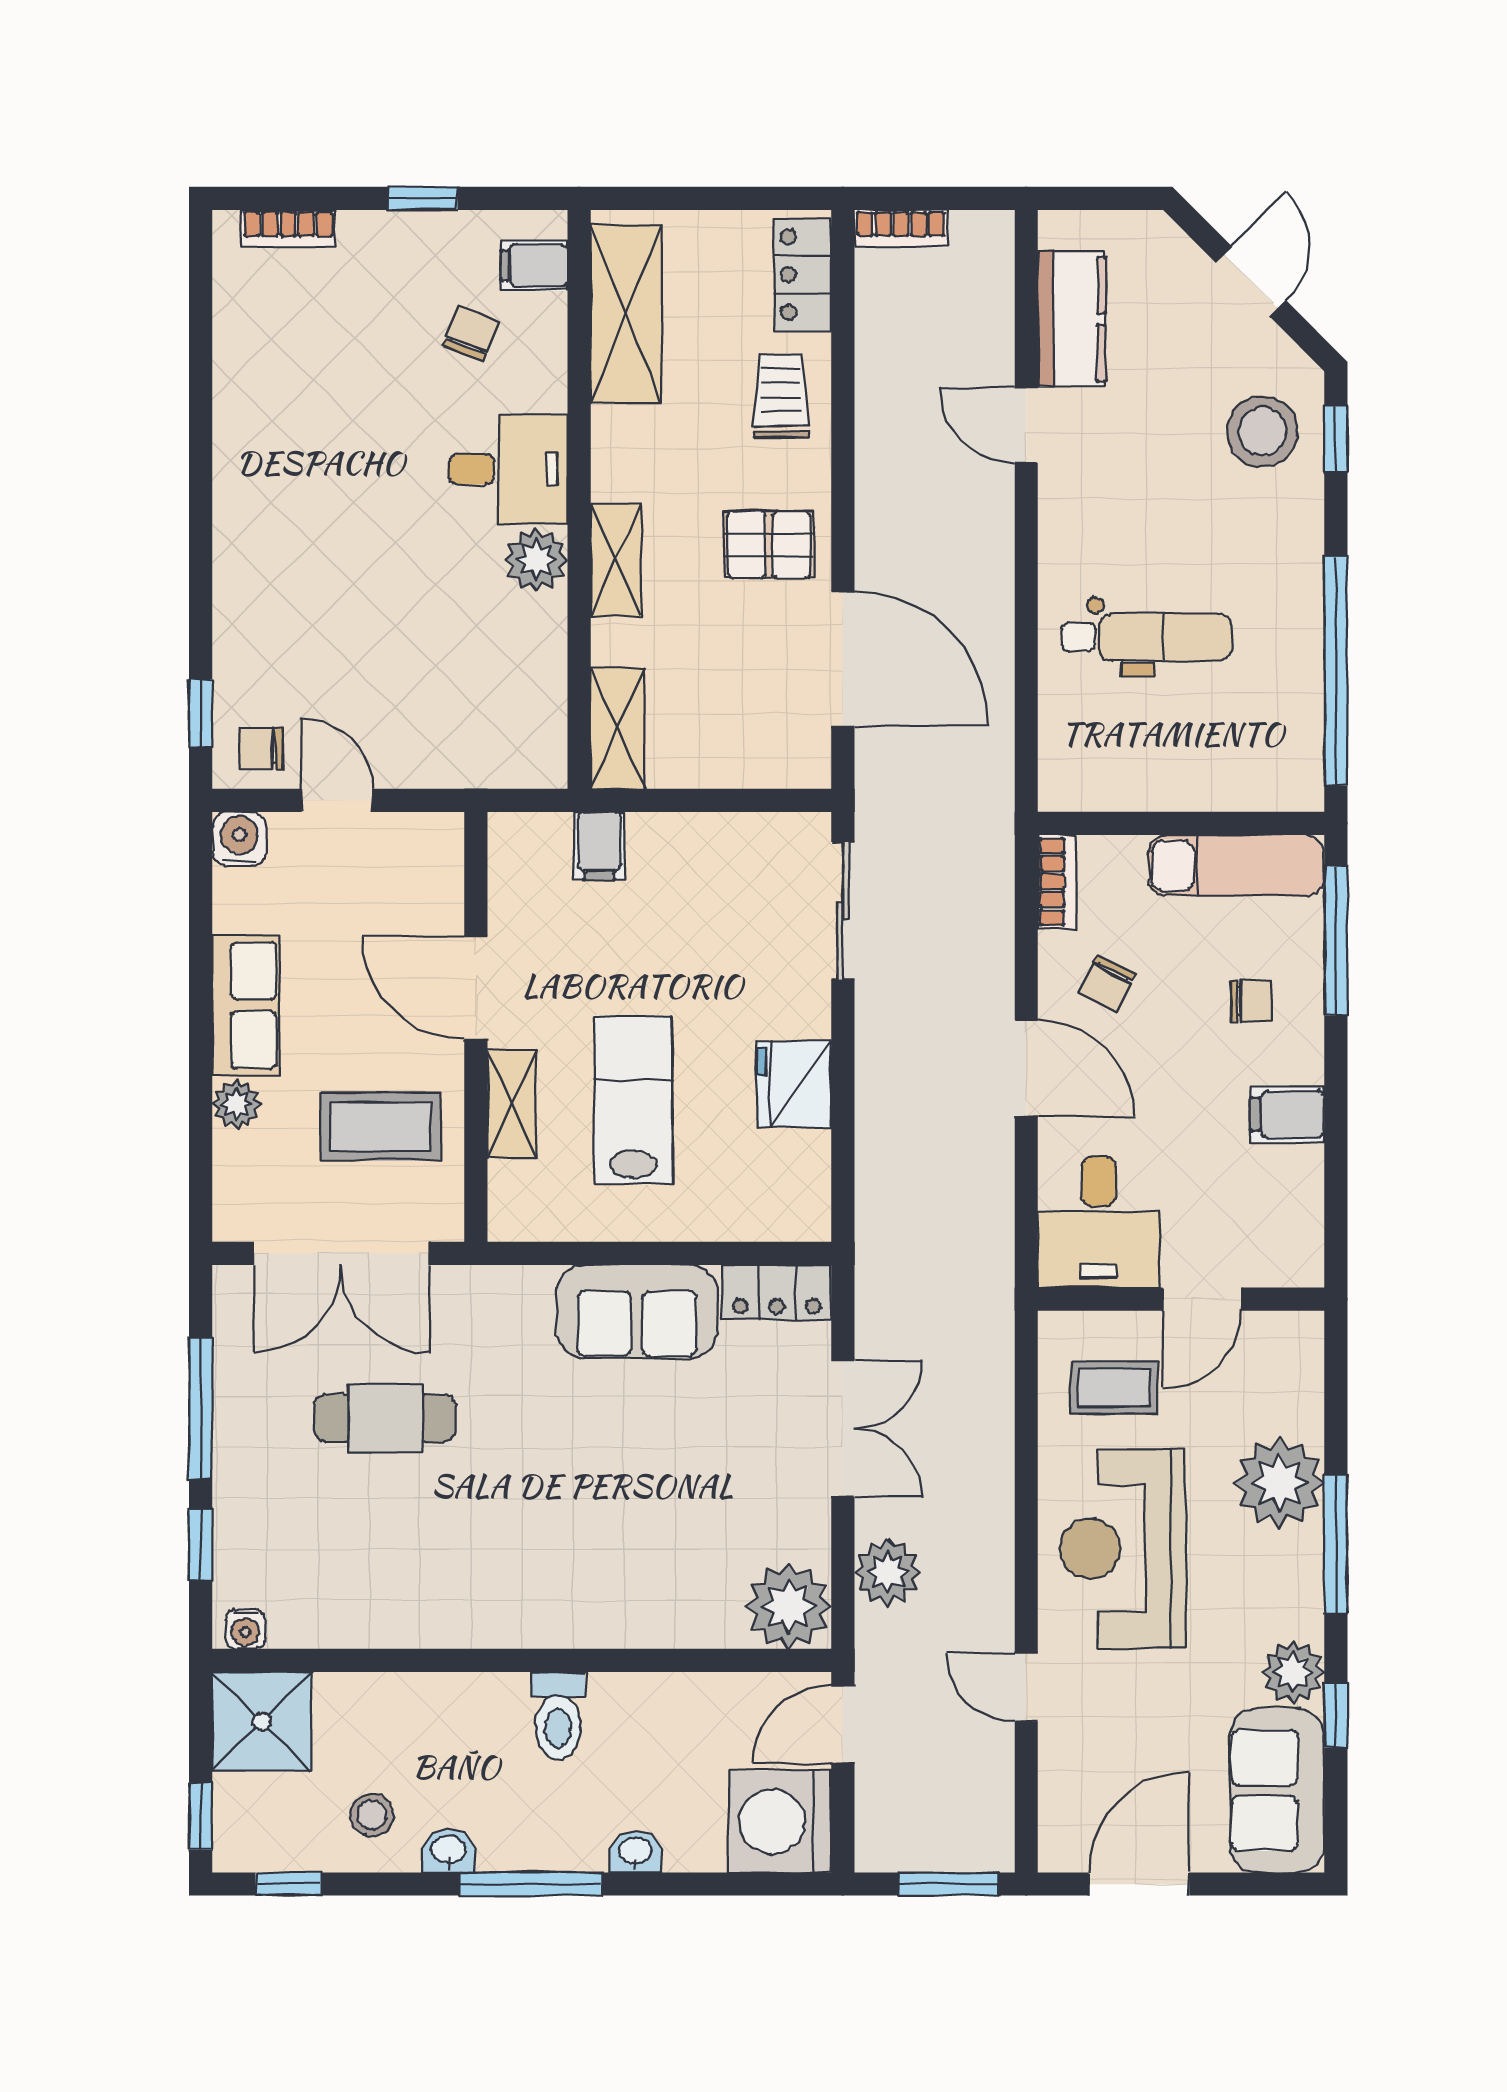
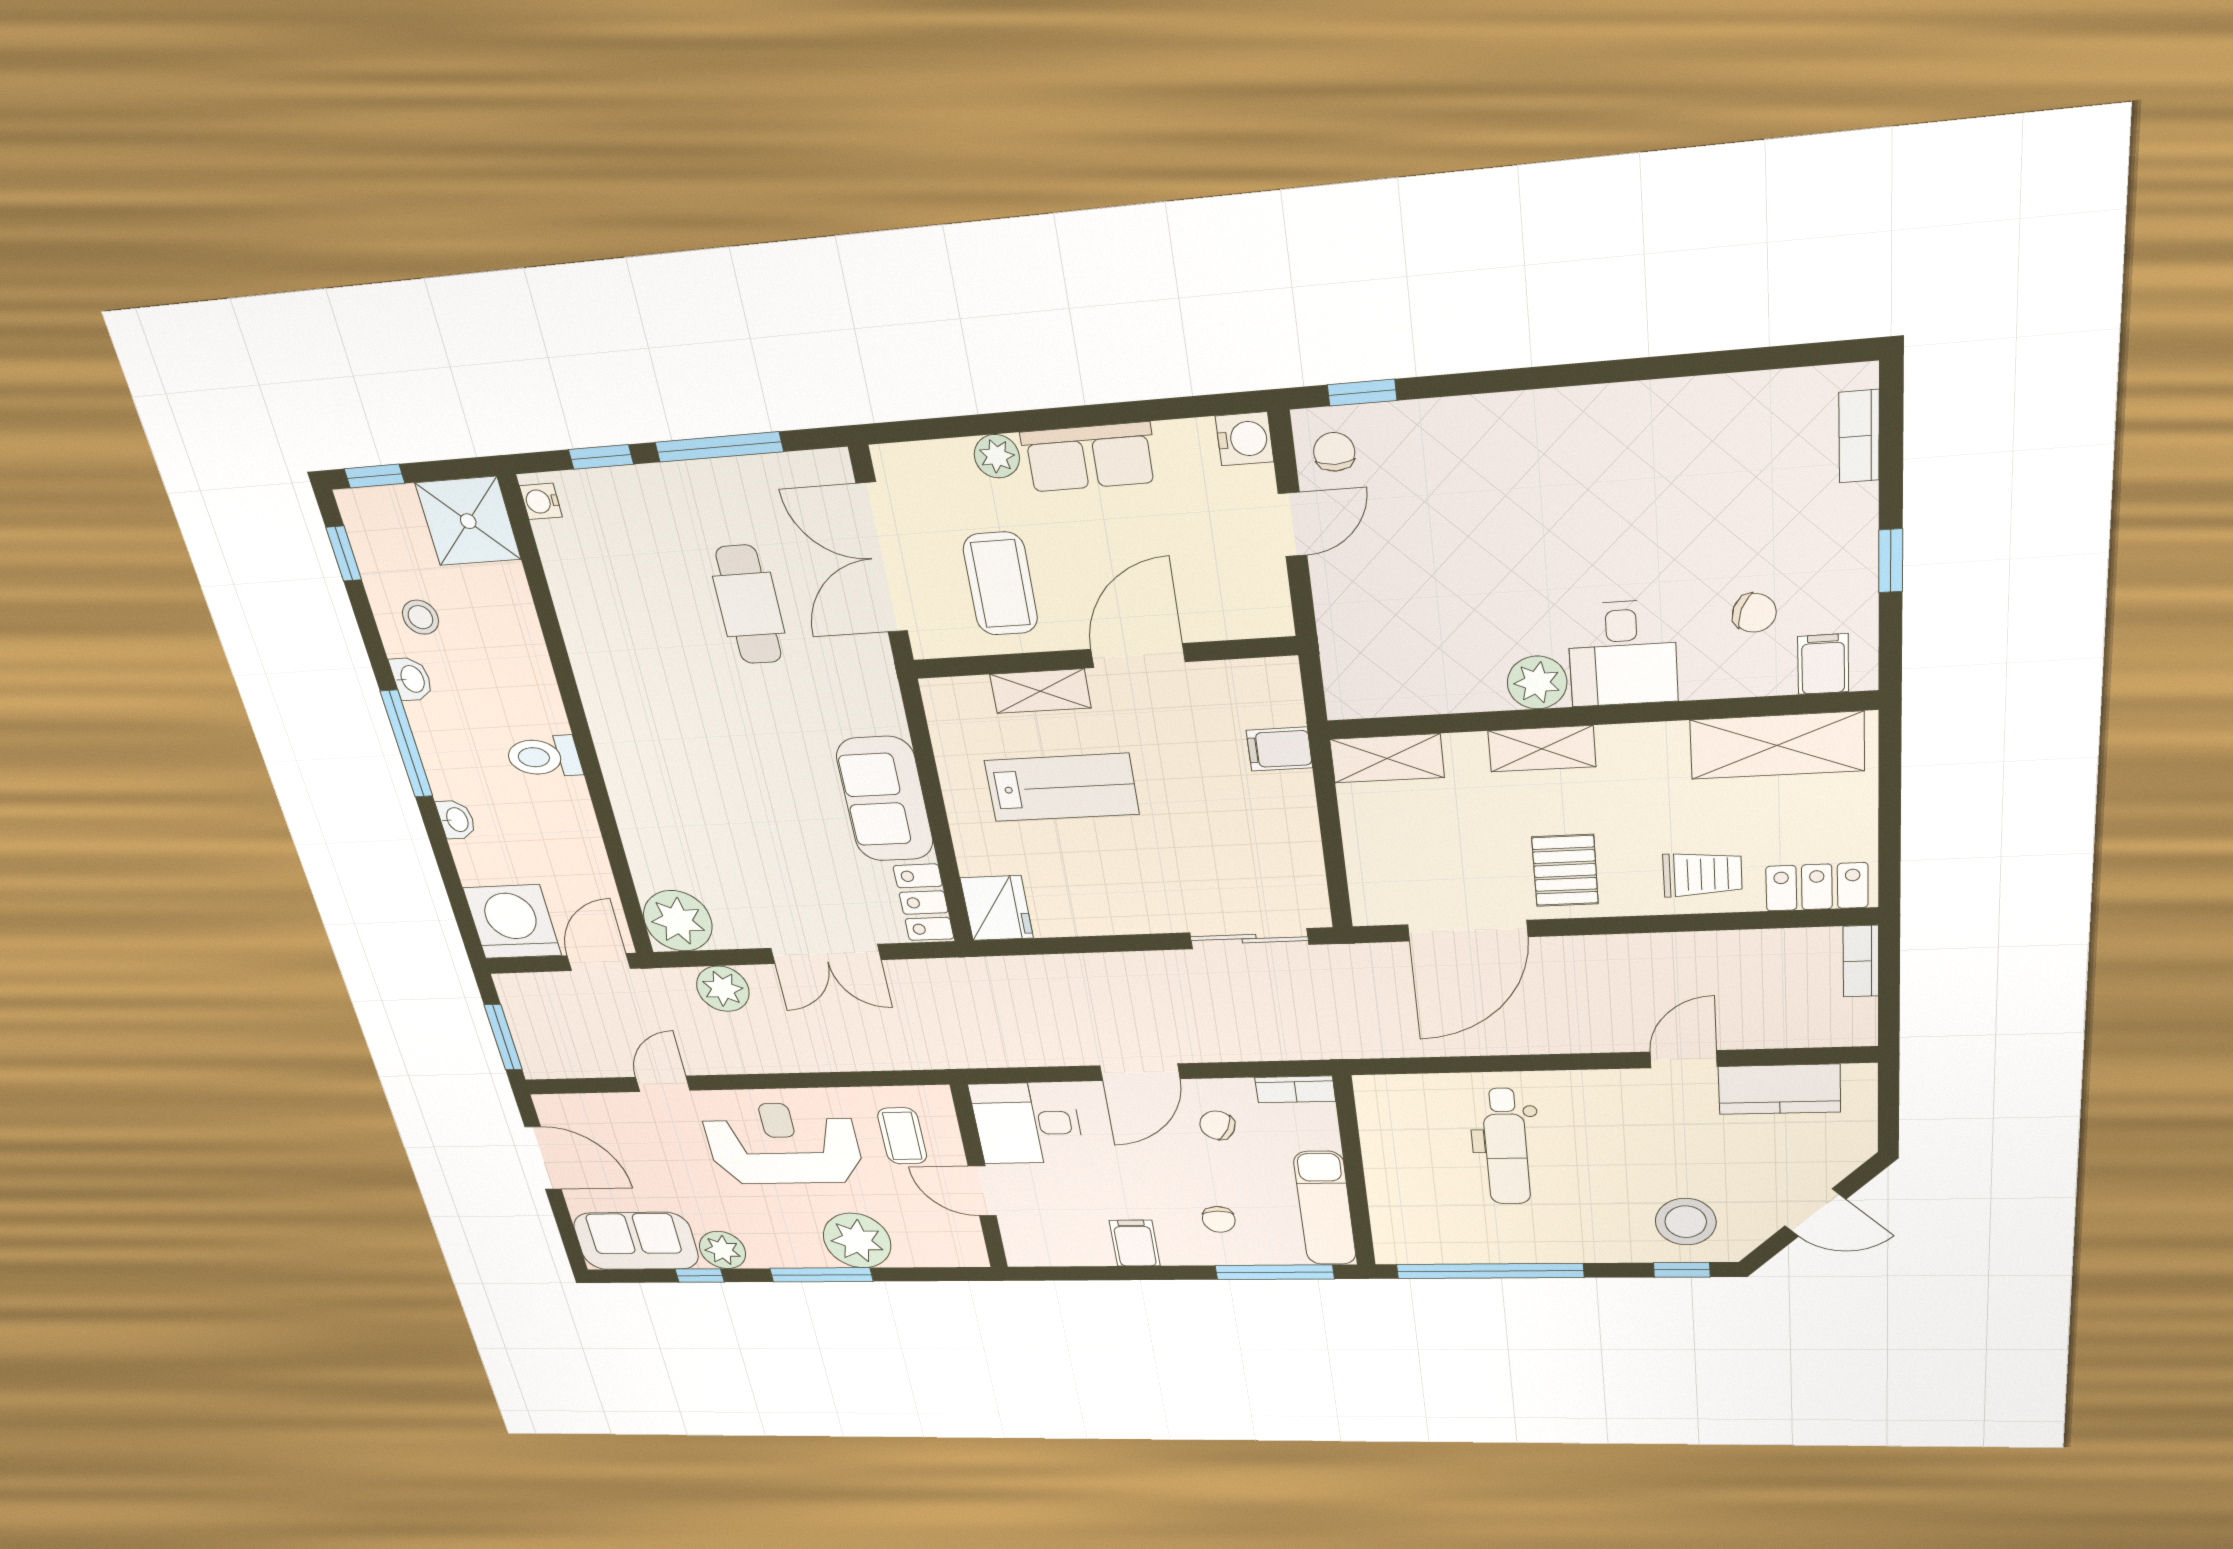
fridge: (794, 1084) -> (997, 908), moved, turned 90
door: (843, 1724) -> (599, 962), hinge flipped

